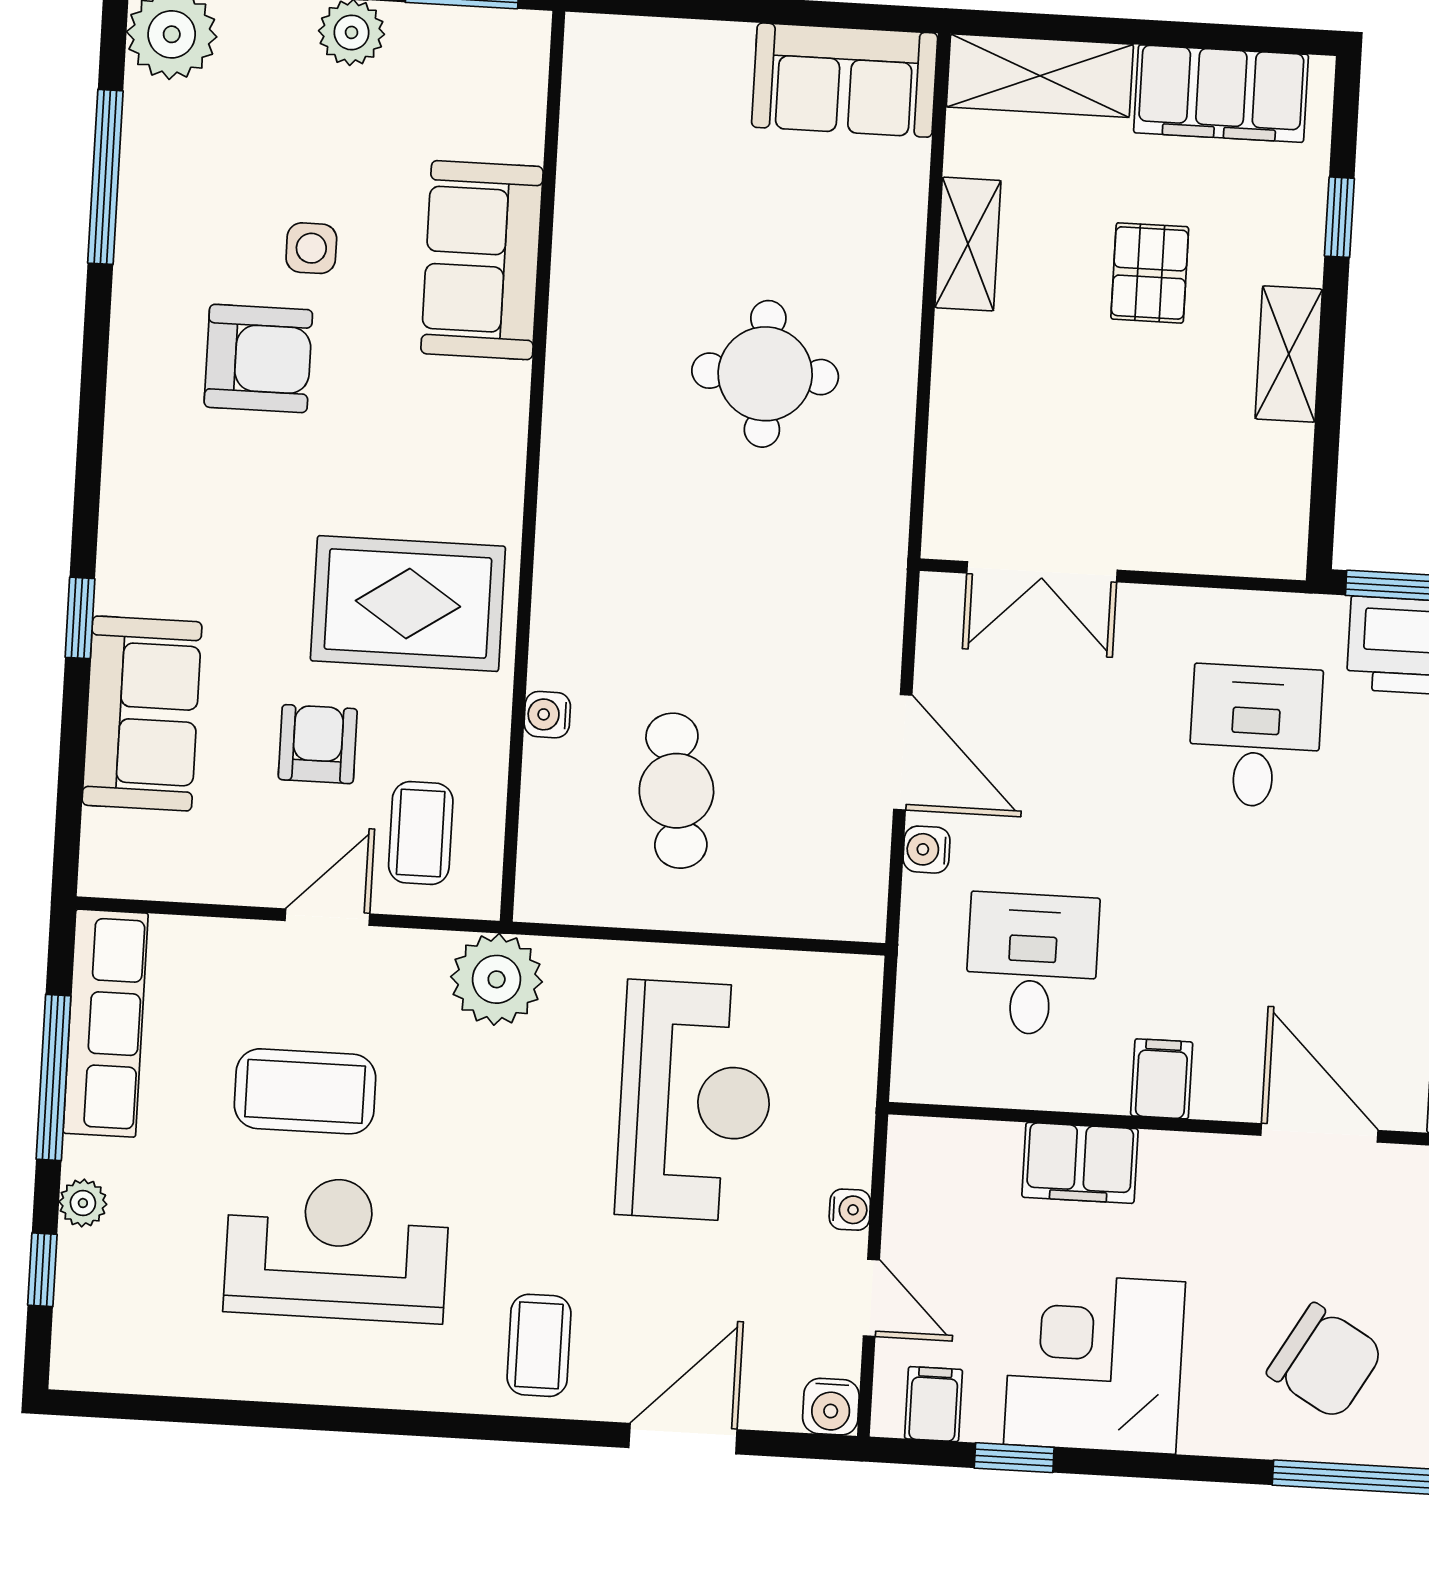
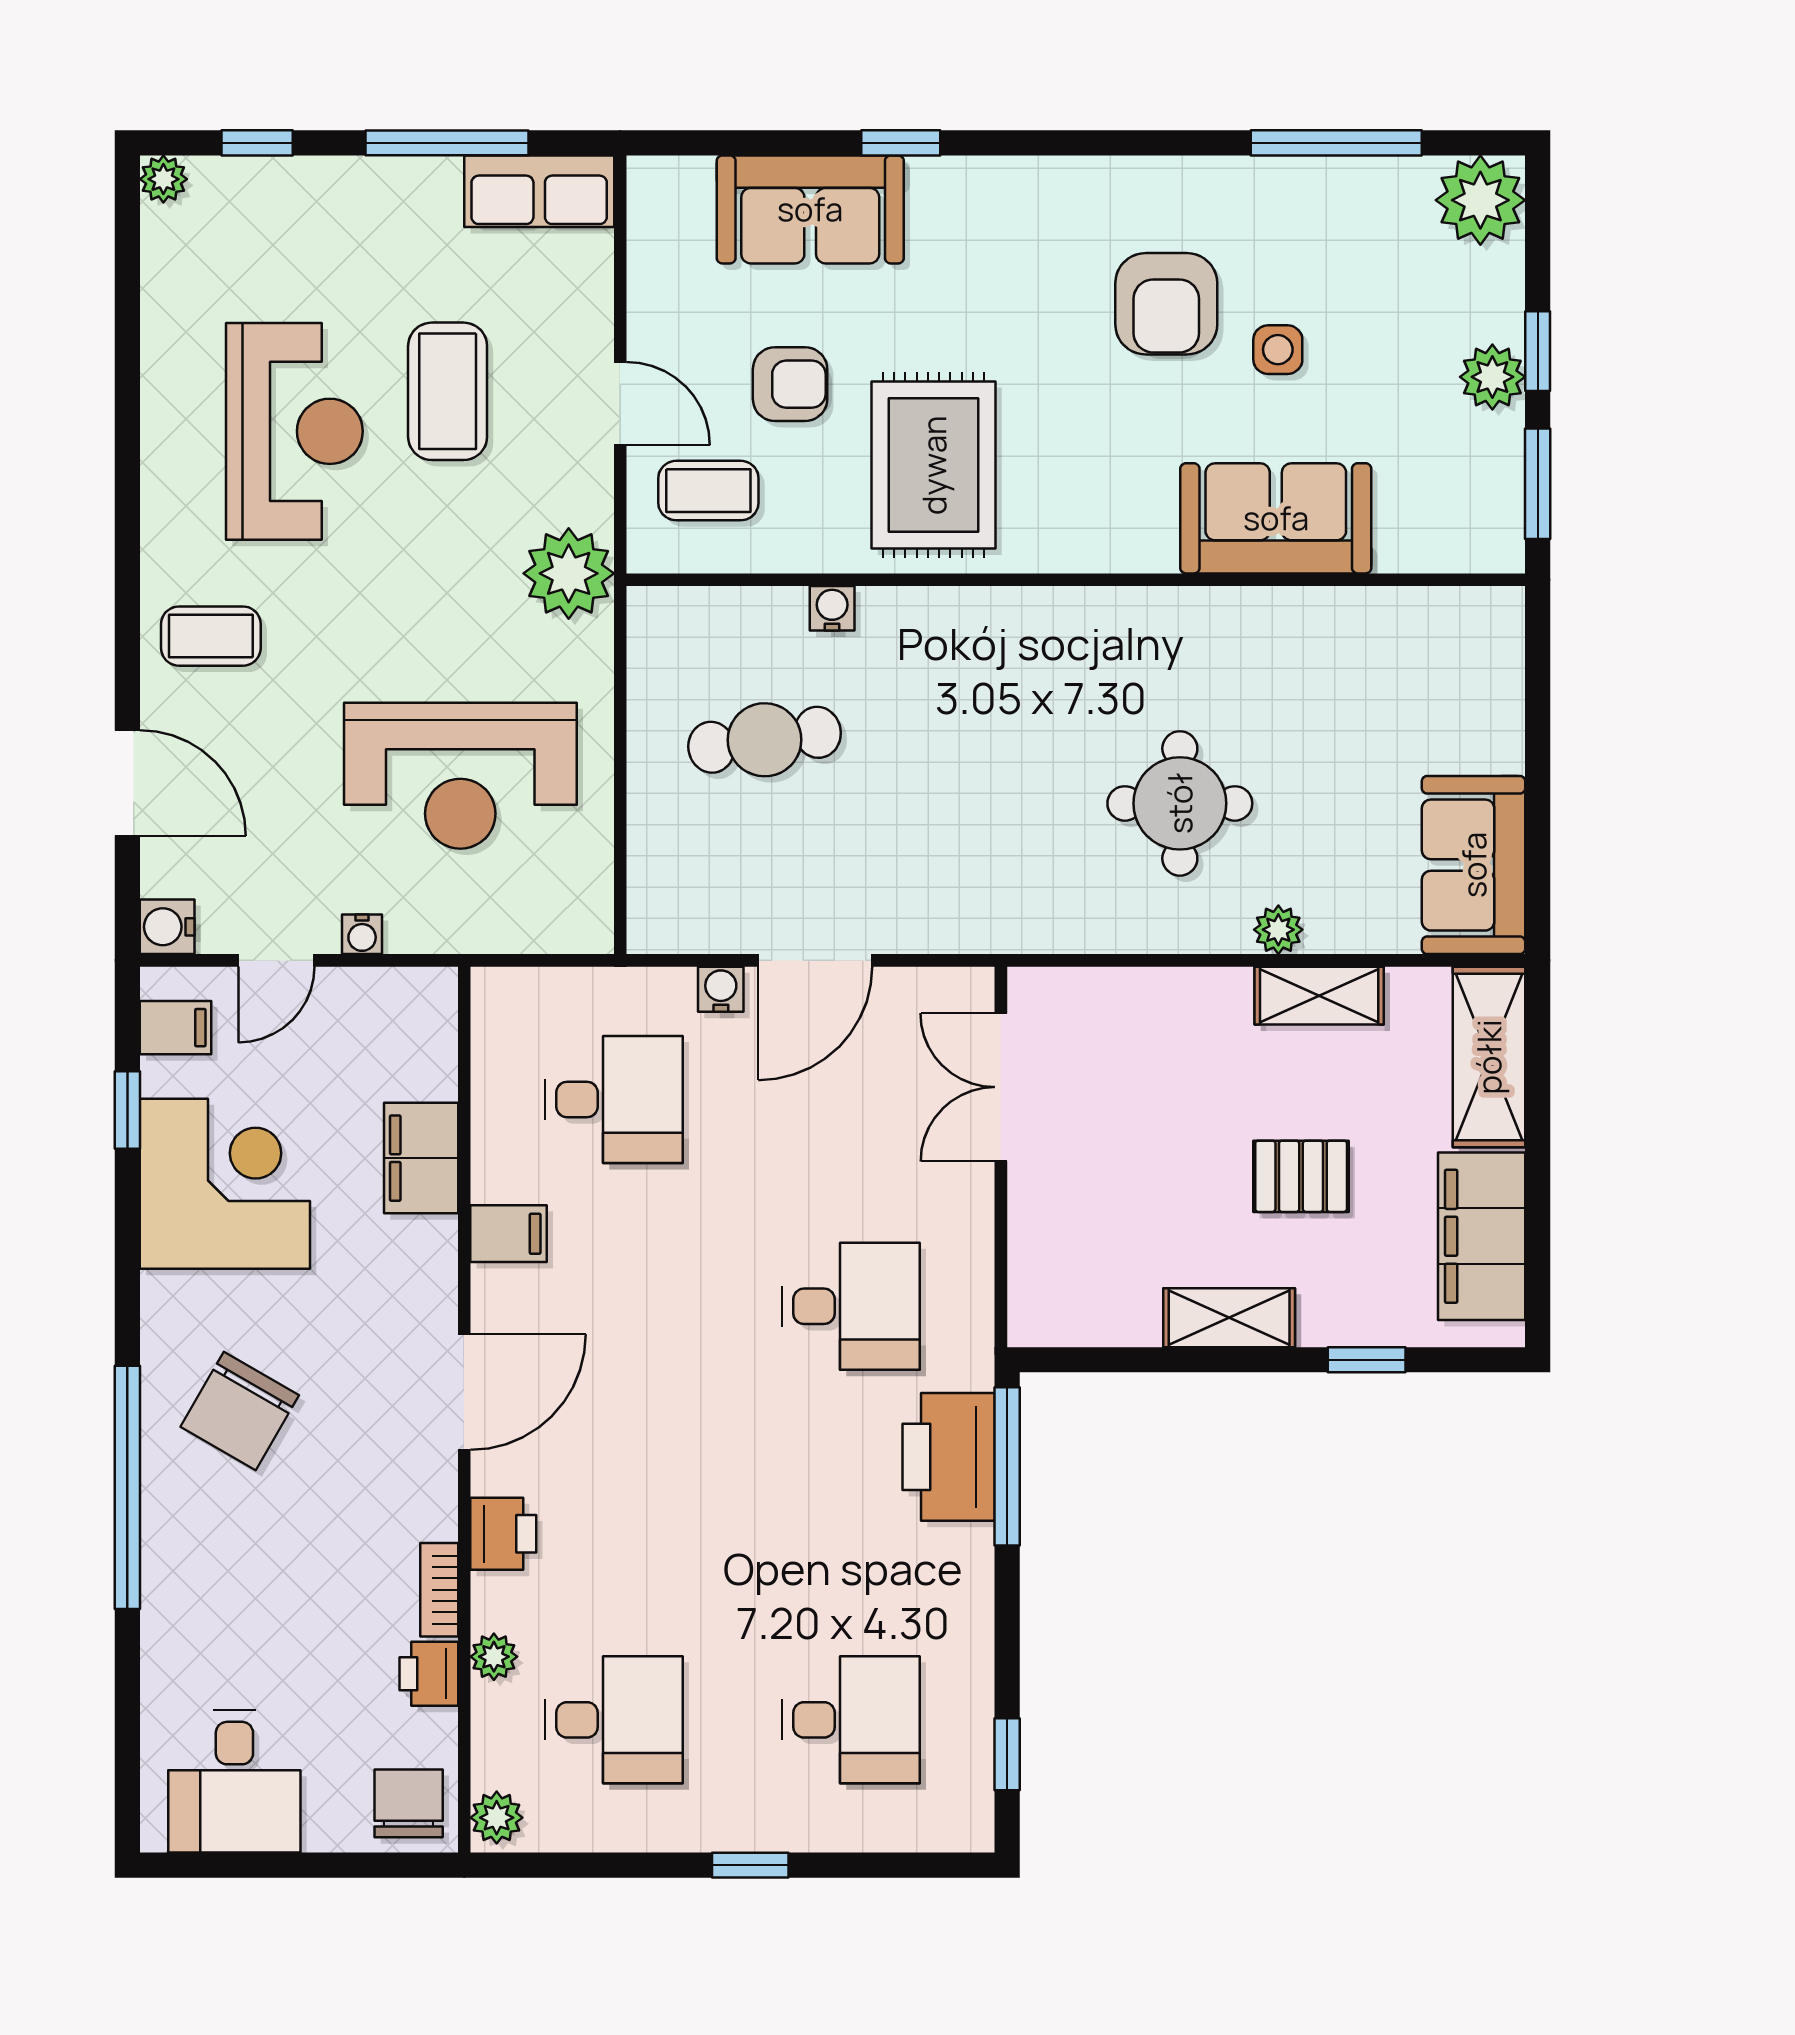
plant: (899, 282) -> (1278, 930), added
row of seats: (106, 1023) -> (539, 191), width x0.68
plant: (83, 1203) -> (163, 179), moved

